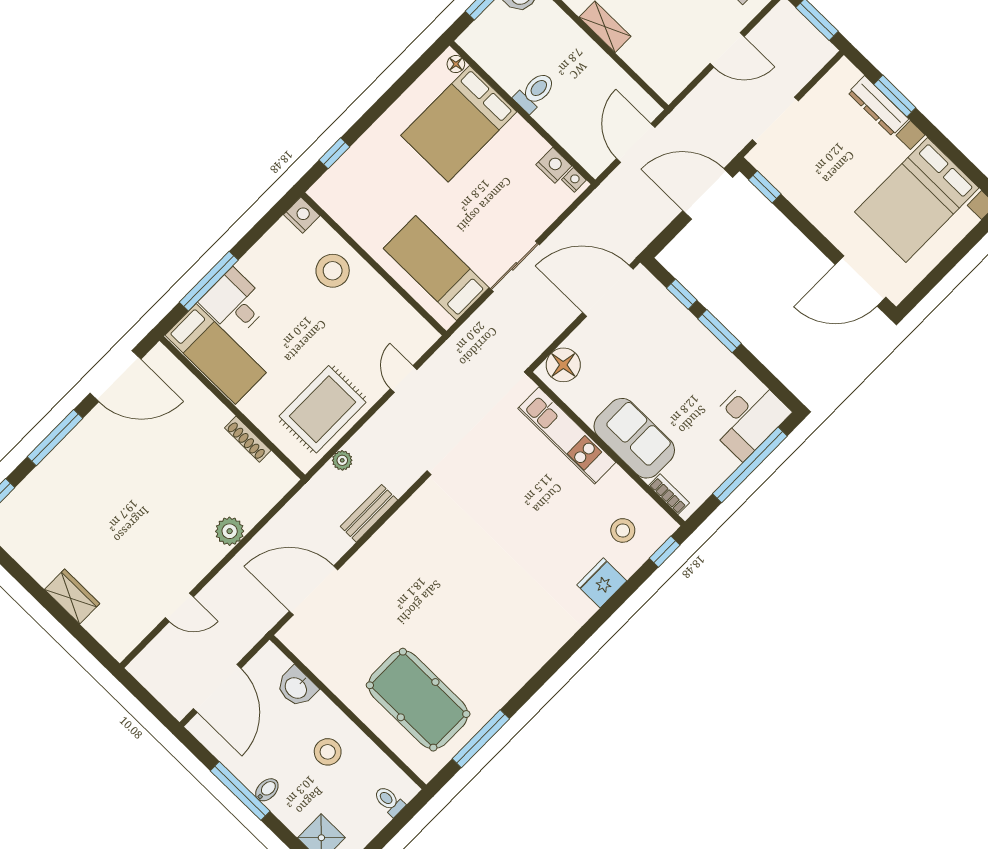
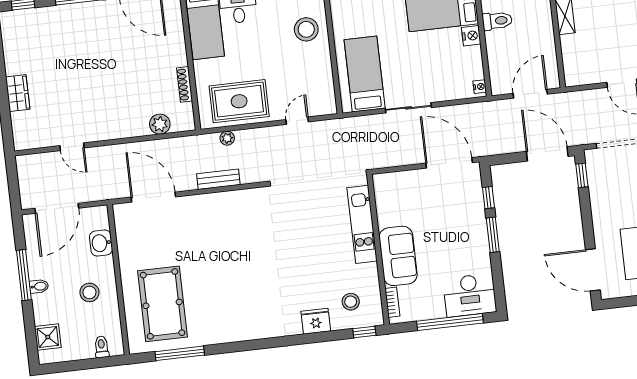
nightstand: (554, 165) -> (471, 36), moved
floor lamp: (563, 365) -> (392, 184), removed
plant: (230, 531) -> (160, 124), moved

